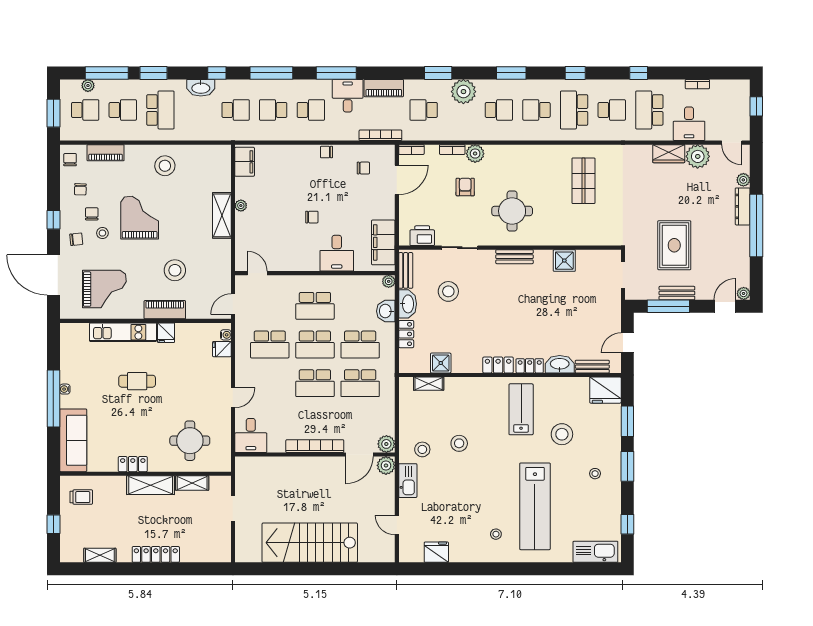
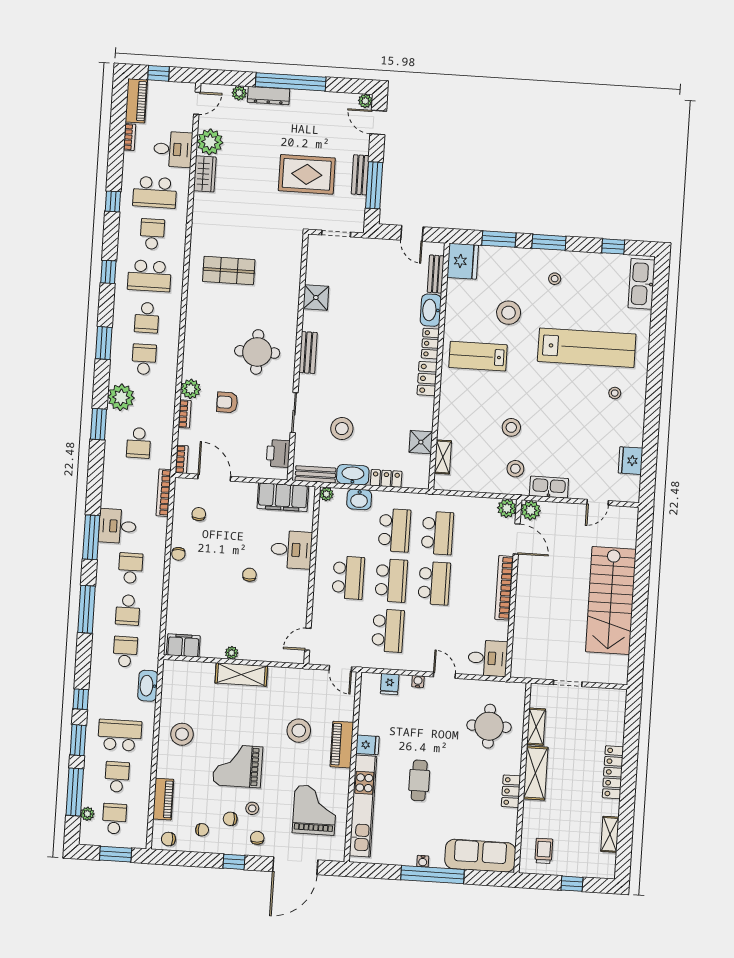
window: (217, 73) -> (81, 699), moved
washbasin: (201, 88) -> (148, 686), moved, turned 180
piano: (384, 88) -> (136, 101), moved
kitchen unit: (123, 332) -> (363, 806), width x1.36
water cooler: (226, 335) -> (418, 681), moved

